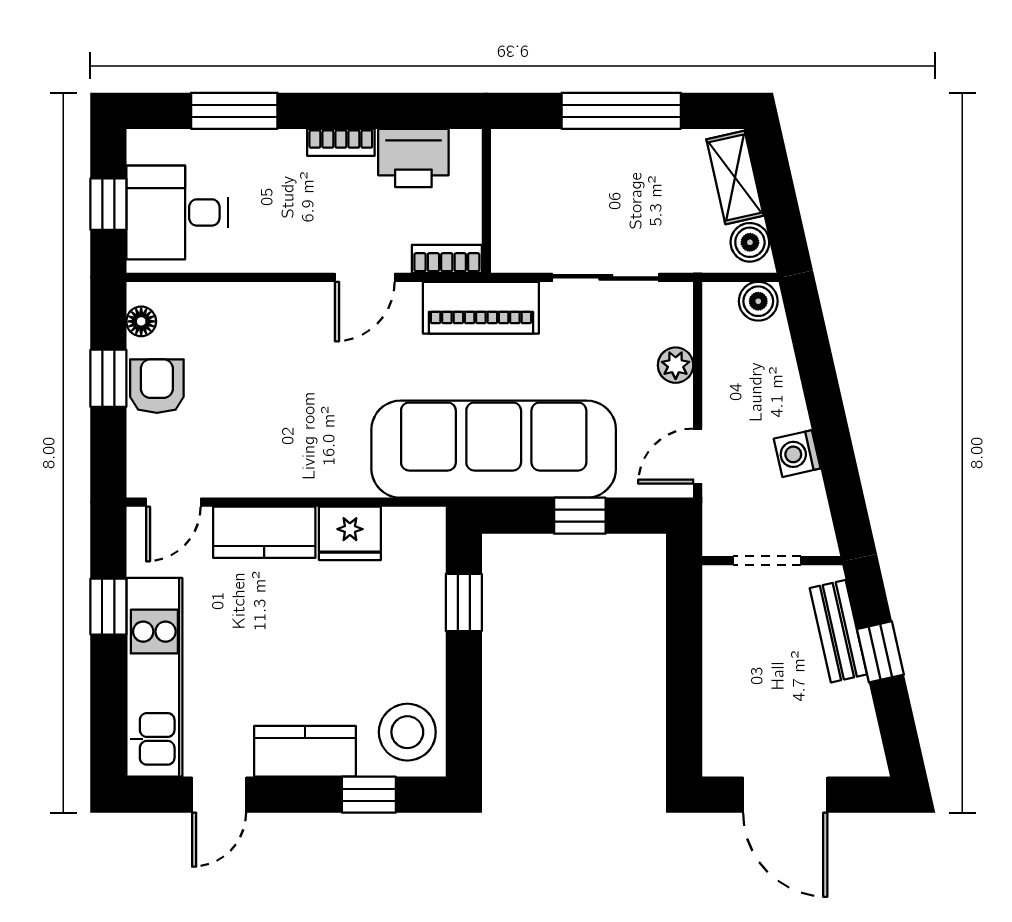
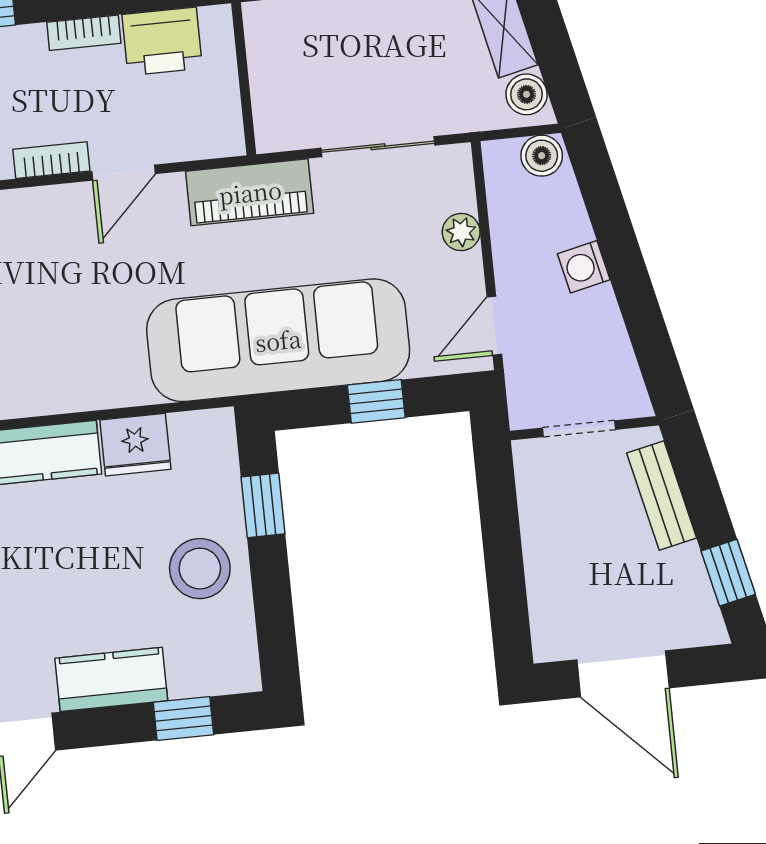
bookcase: (447, 259) -> (51, 160), moved
washing machine: (797, 454) -> (584, 267), moved
window: (880, 652) -> (728, 573), moved
stool: (407, 732) -> (200, 569), moved

